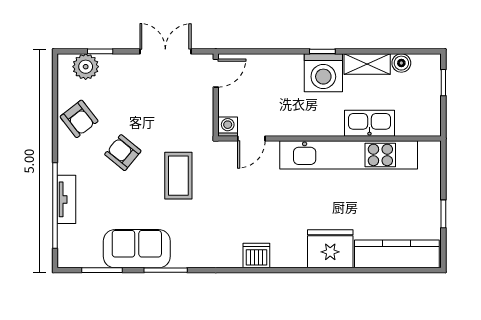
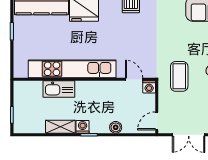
boiler: (401, 63) -> (116, 127), moved
washing machine: (323, 73) -> (83, 127), width x0.53, depth x0.53
door: (251, 139) -> (134, 79), hinge flipped
coffee table: (178, 176) -> (179, 76), moved

